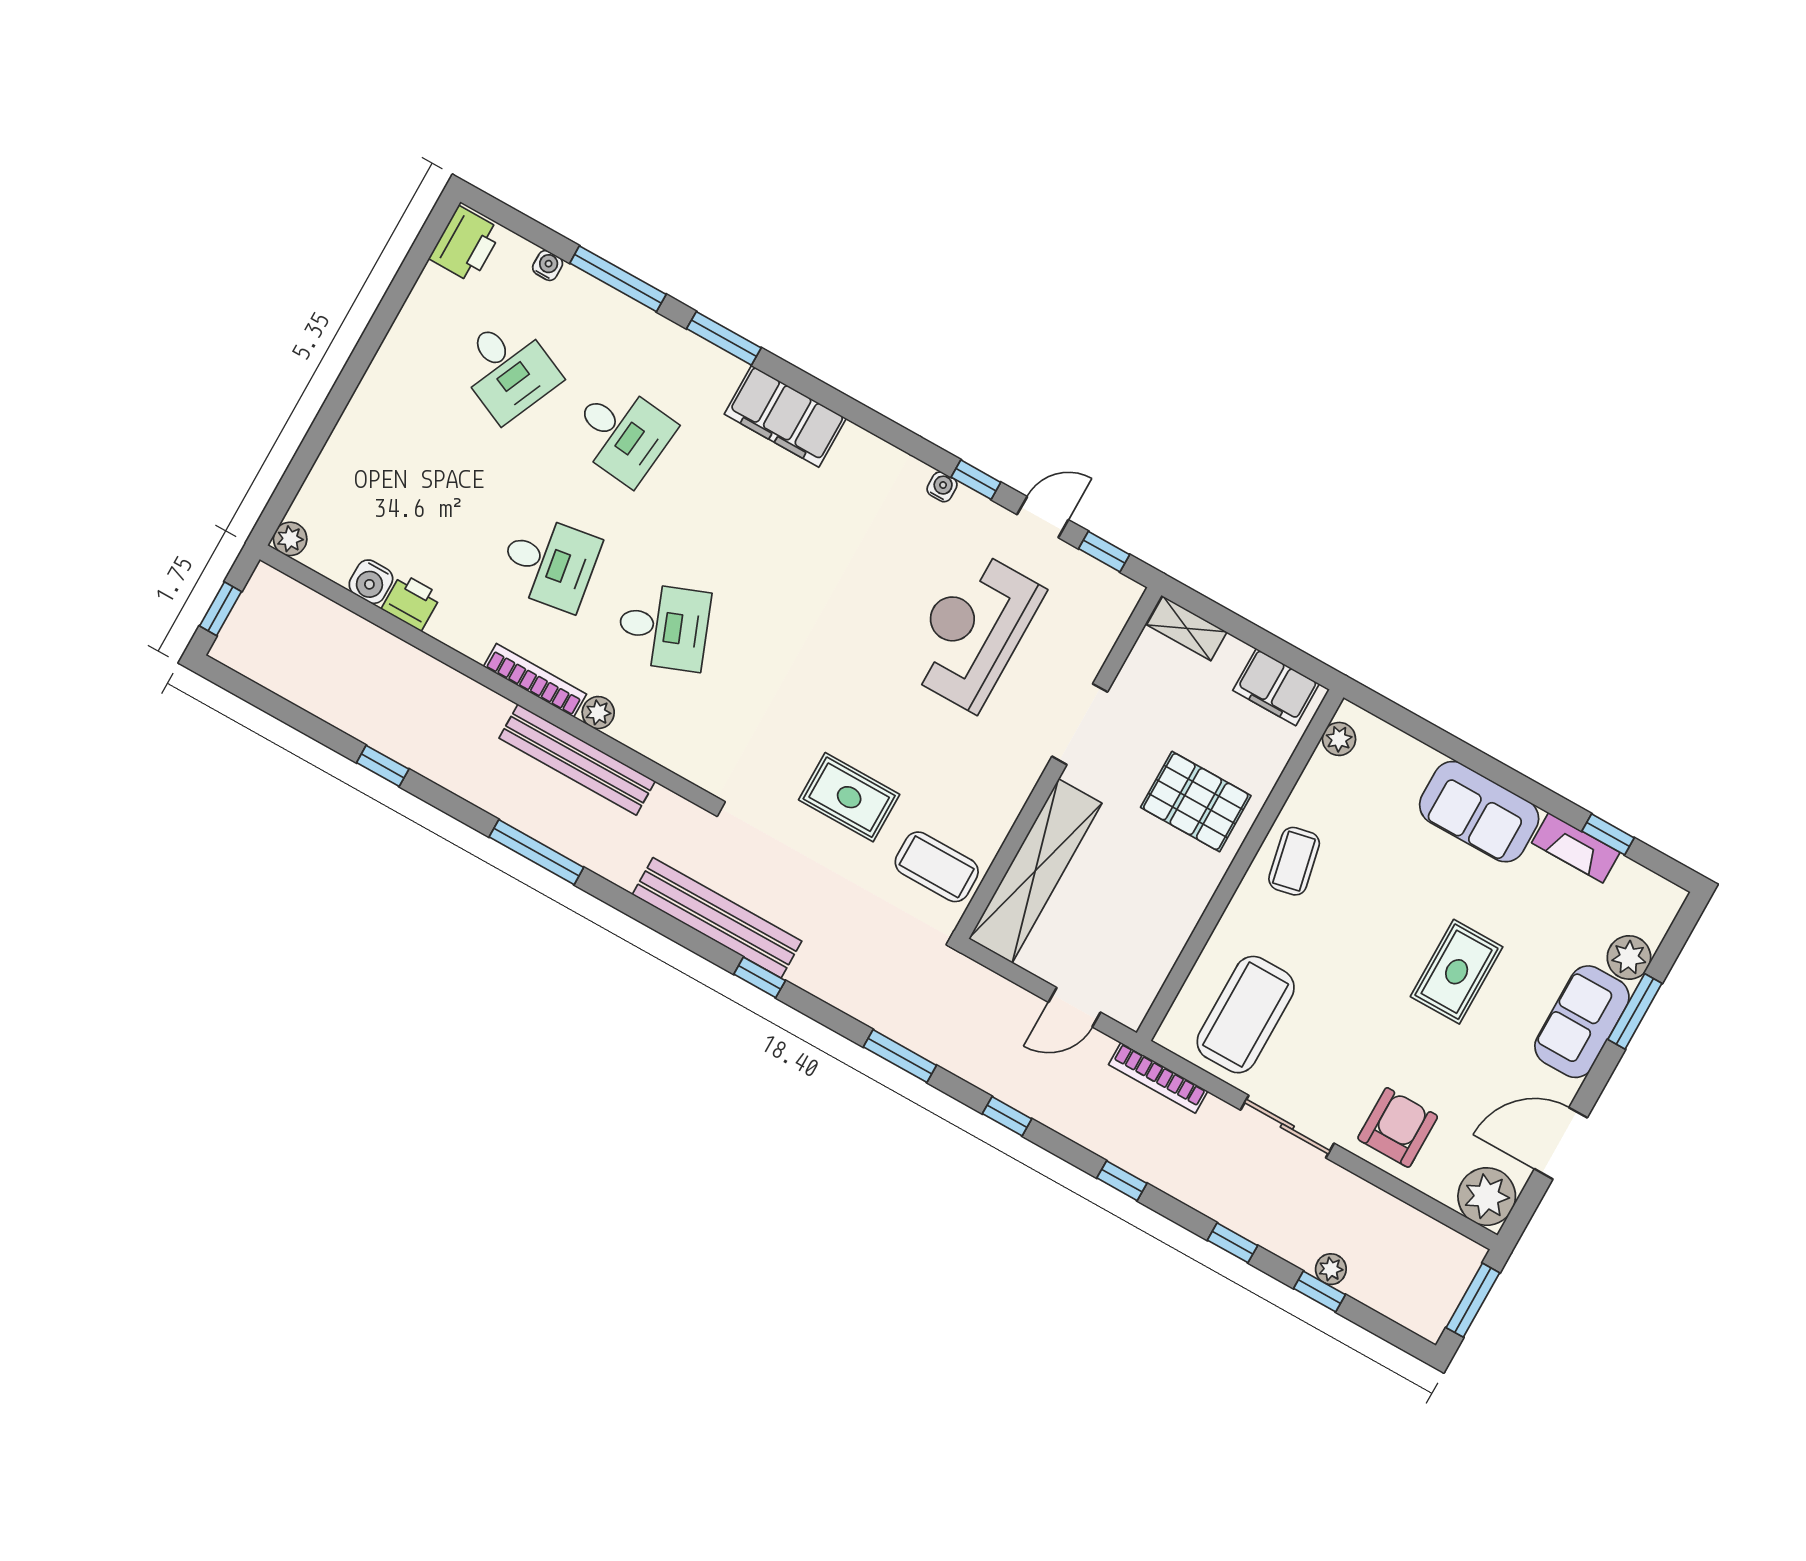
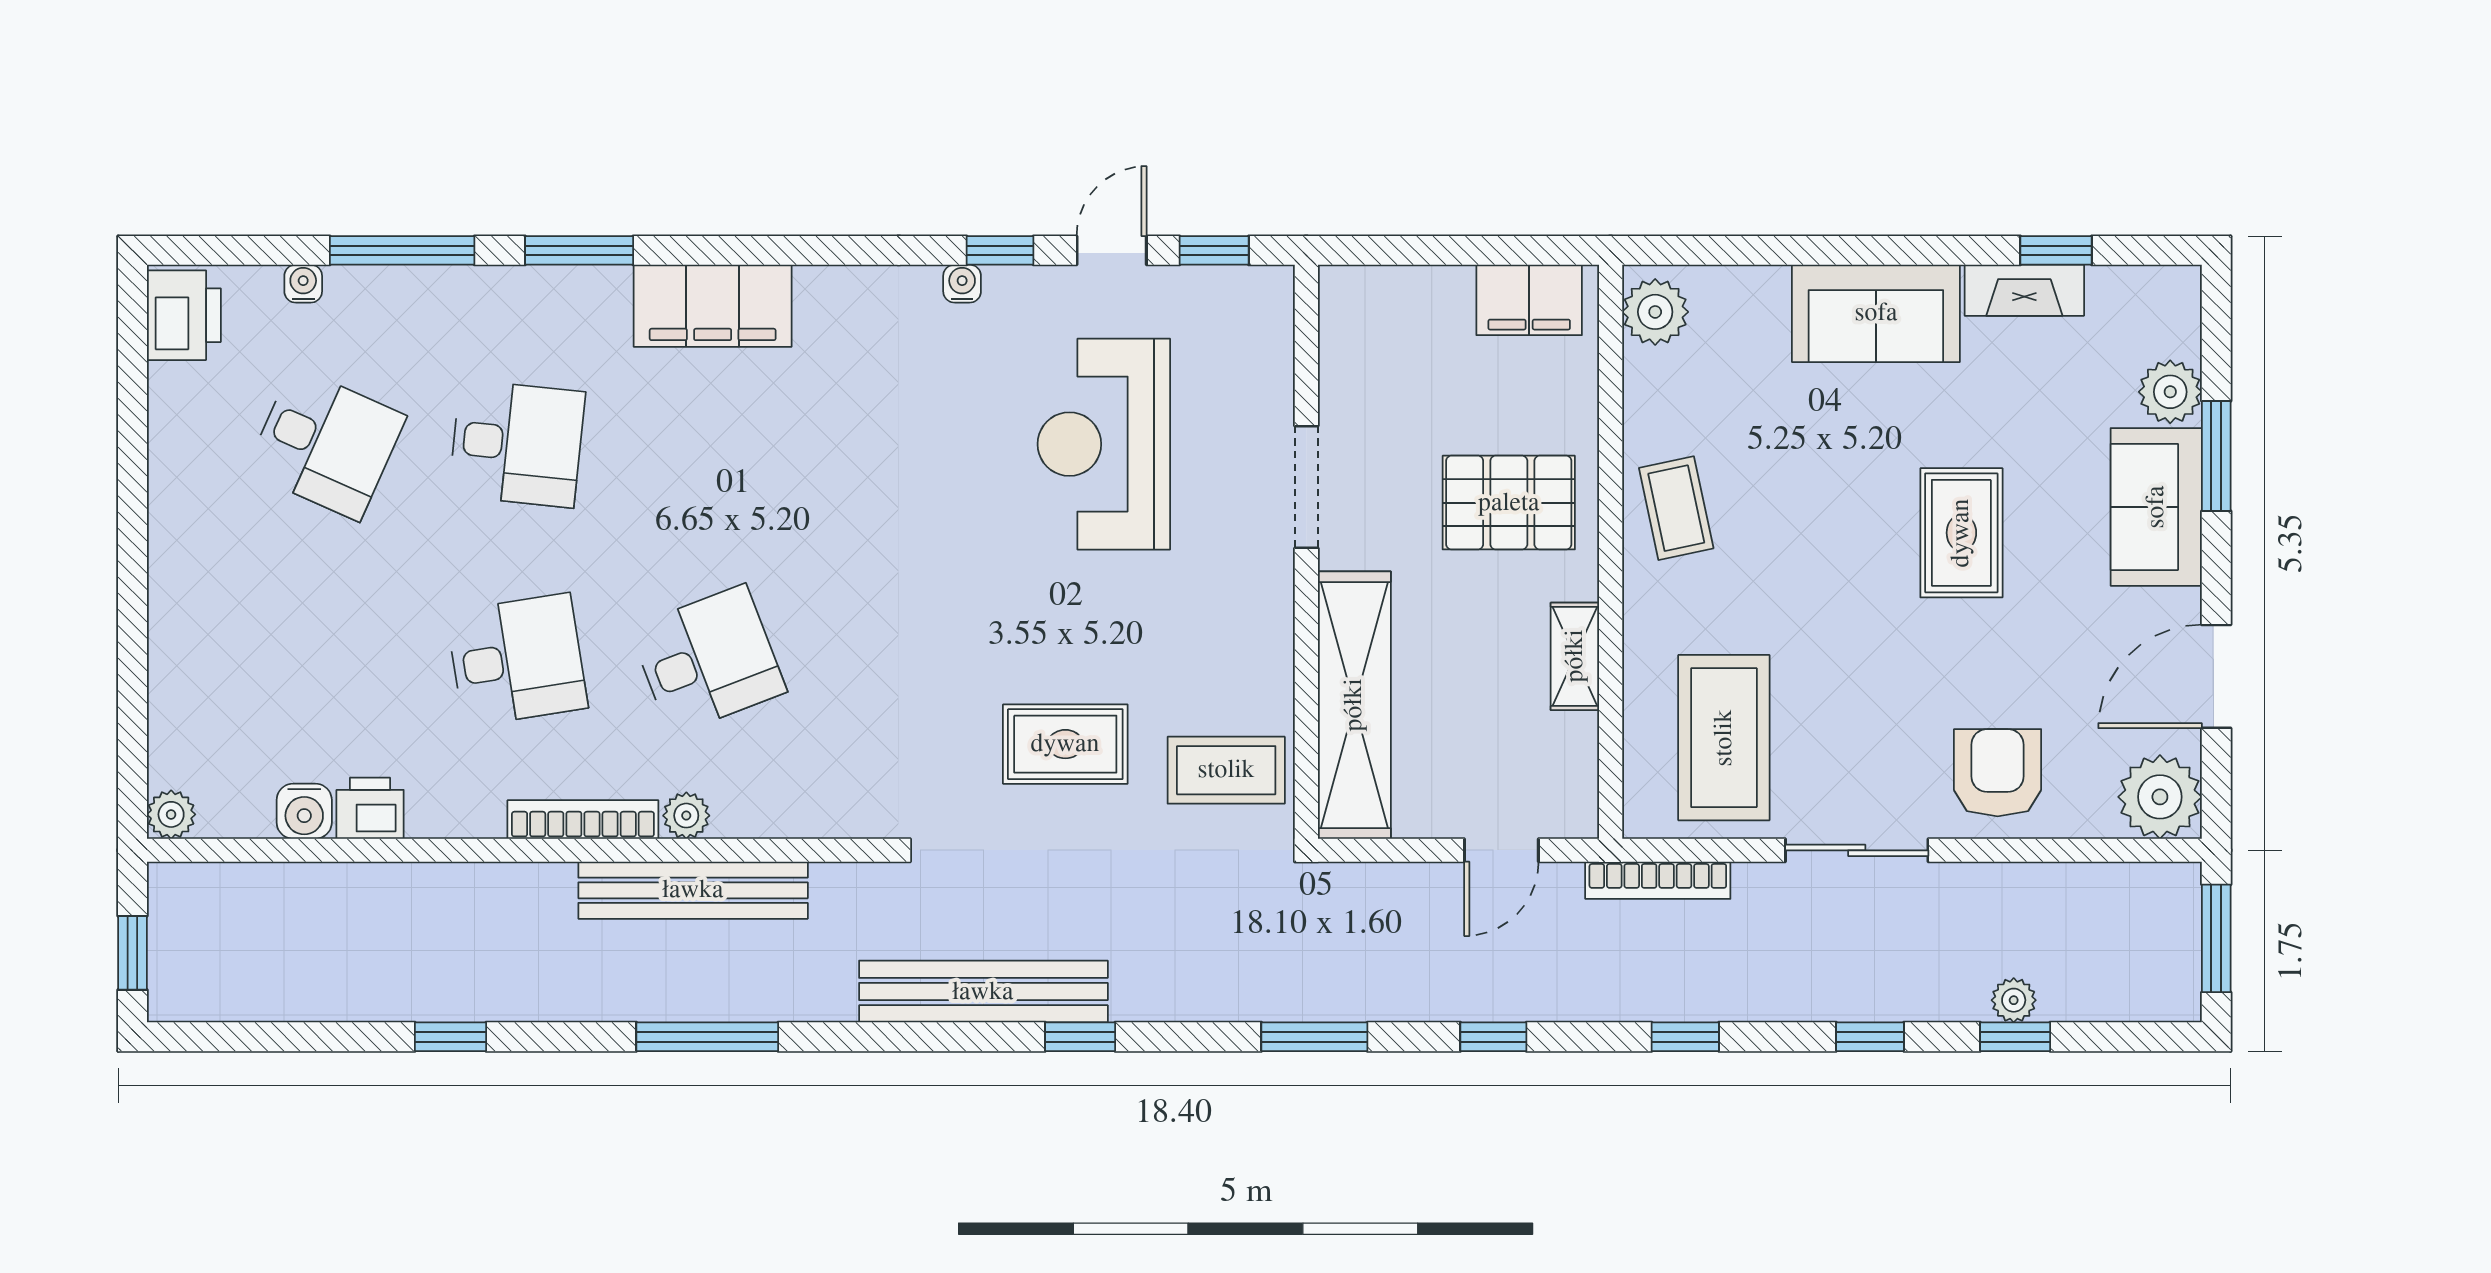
shelving: (1187, 628) -> (1575, 656), moved, turned 90
plant: (1339, 739) -> (1655, 312), width x1.38, depth x1.38

